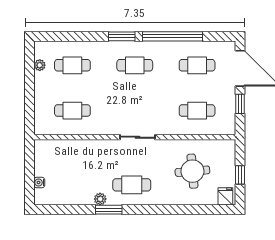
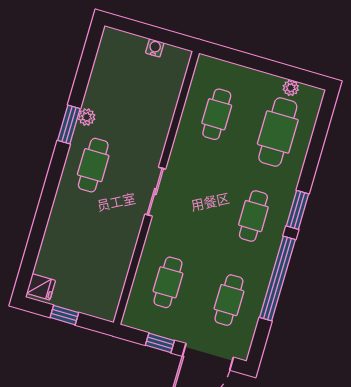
cafe table: (72, 65) -> (278, 132), width x1.37, depth x1.35
round table: (192, 171) -> (88, 252), removed
water cooler: (39, 182) -> (155, 48), moved

